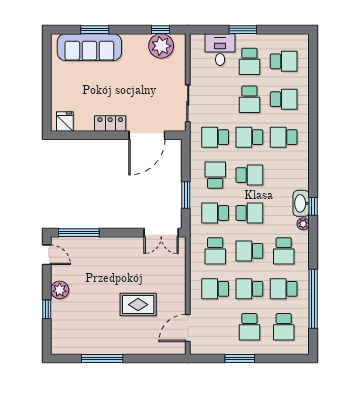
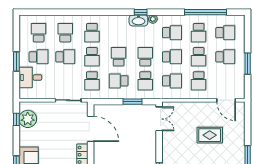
school desk: (249, 251) -> (172, 57), turned -90
rug: (138, 305) -> (210, 135), turned 90

